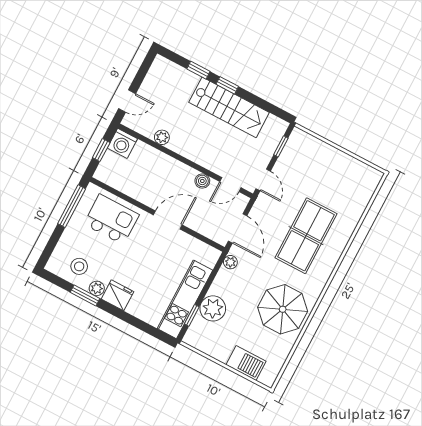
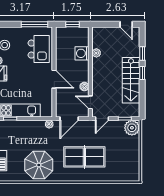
door: (127, 101) -> (126, 24), moved
washing machine: (122, 143) -> (82, 53), moved
plant: (213, 308) -> (132, 128), moved

